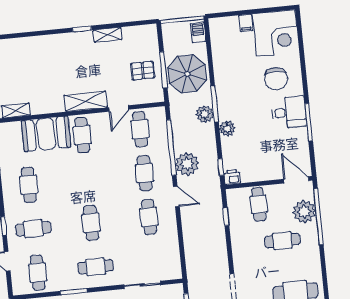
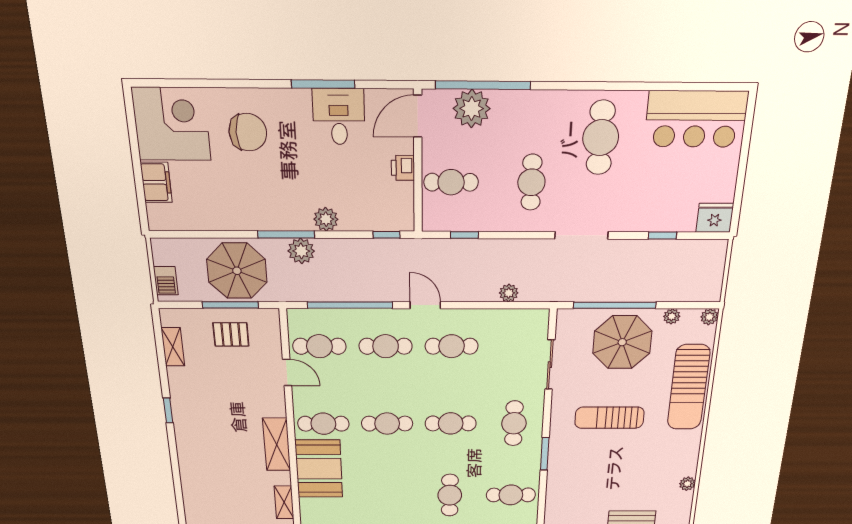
filing cabinet: (246, 23) -> (156, 182), width x2.00
barbecue: (198, 32) -> (166, 281), moved, turned -90
shelving: (108, 35) -> (173, 347), moved
pallet: (143, 71) -> (231, 334), turned 90
shelving: (86, 101) -> (277, 444), moved
desk: (289, 112) -> (339, 117), moved
plant: (187, 164) -> (509, 293), moved, width x0.53, depth x0.53
printer: (232, 177) -> (403, 168), moved
cafe table: (29, 185) -> (387, 424), moved
door: (176, 196) -> (425, 305), hinge flipped
cafe table: (282, 241) -> (531, 182), moved

